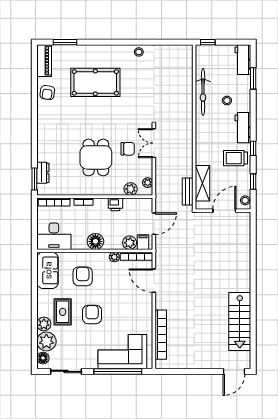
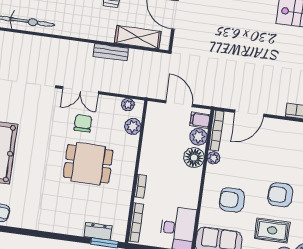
bench: (188, 191) -> (111, 52), moved
printer: (115, 204) -> (149, 148), removed
floor lamp: (95, 241) -> (194, 158), moved

